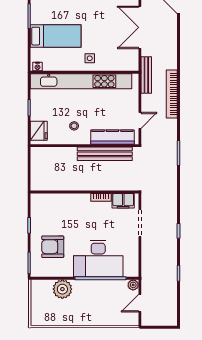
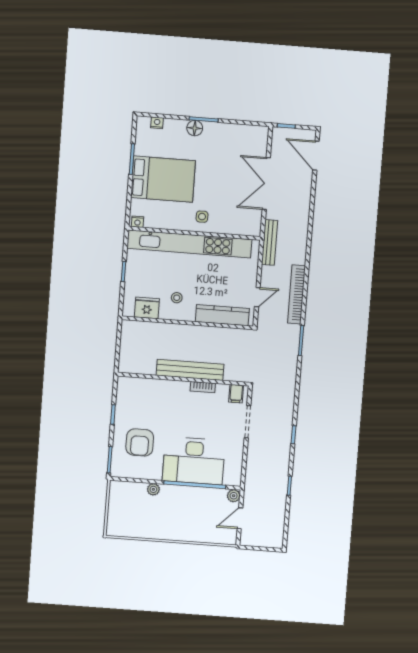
bed: (56, 36) -> (163, 179), width x1.50
bookcase: (172, 94) -> (297, 294), moved
fridge: (39, 131) -> (147, 308), moved, turned -90
bench: (105, 154) -> (190, 370), moved
filing cabinet: (123, 201) -> (236, 394), width x0.50
armchair: (53, 247) -> (140, 442), turned -90
plant: (62, 289) -> (153, 489), width x0.53, depth x0.53

